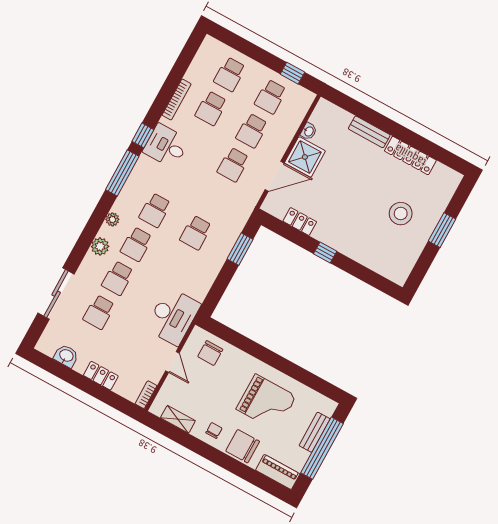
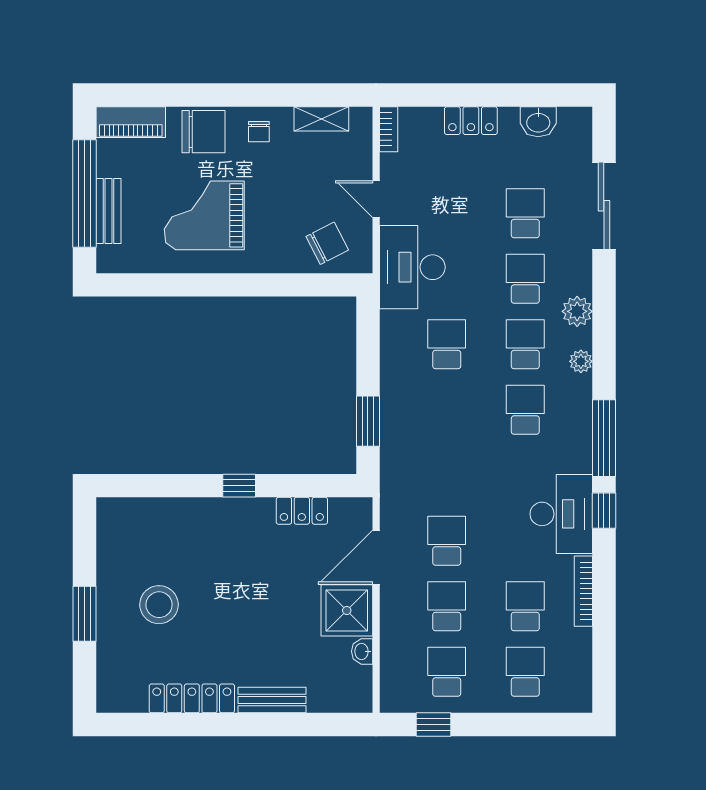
desk: (166, 146) -> (561, 514), width x1.37
school desk: (196, 233) -> (447, 344), moved
chair: (210, 353) -> (327, 243), turned 63

